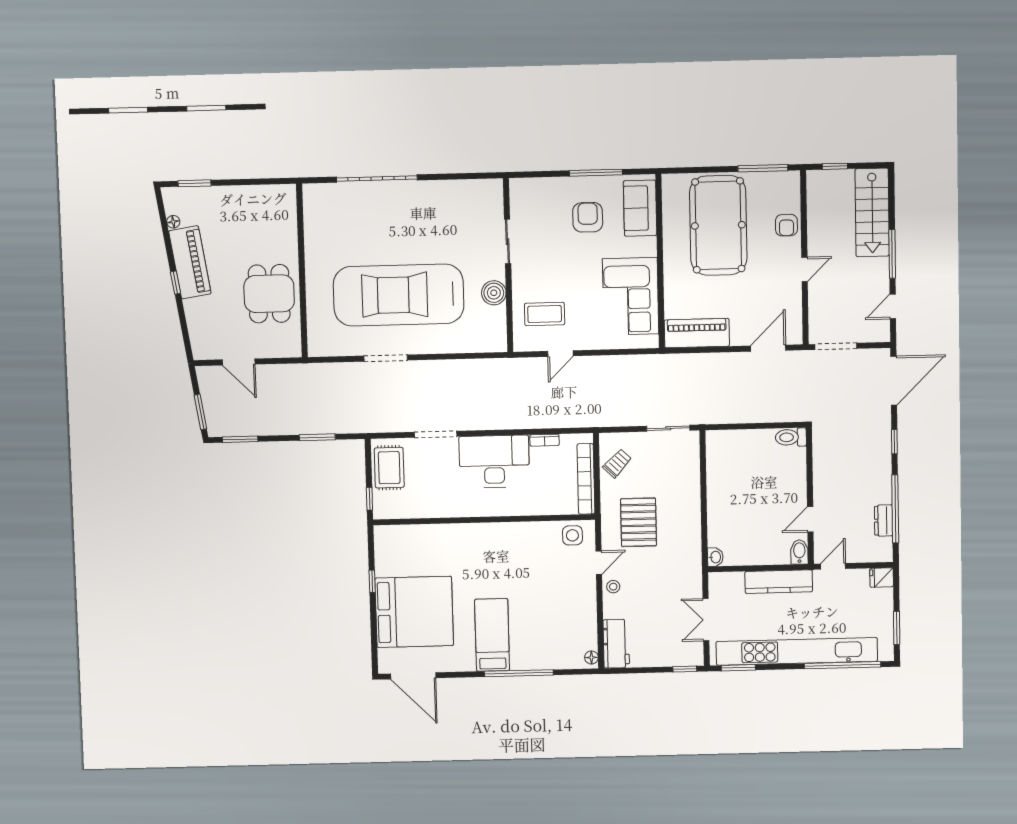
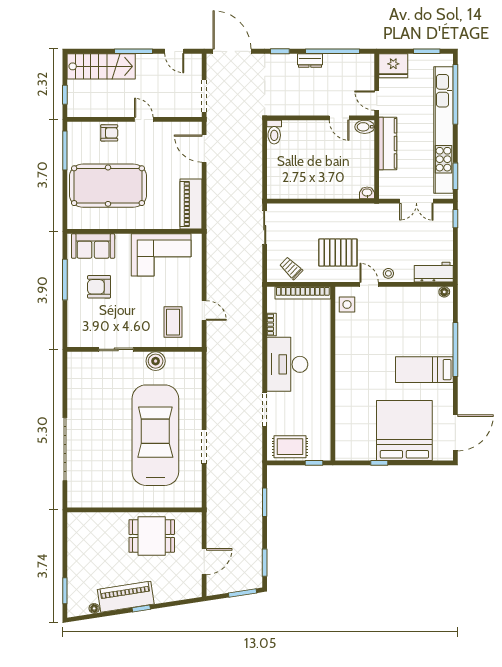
car: (399, 295) -> (155, 435), turned 180
dresser: (884, 520) -> (310, 60), moved
fridge: (882, 578) -> (393, 66), width x1.88, depth x1.34

